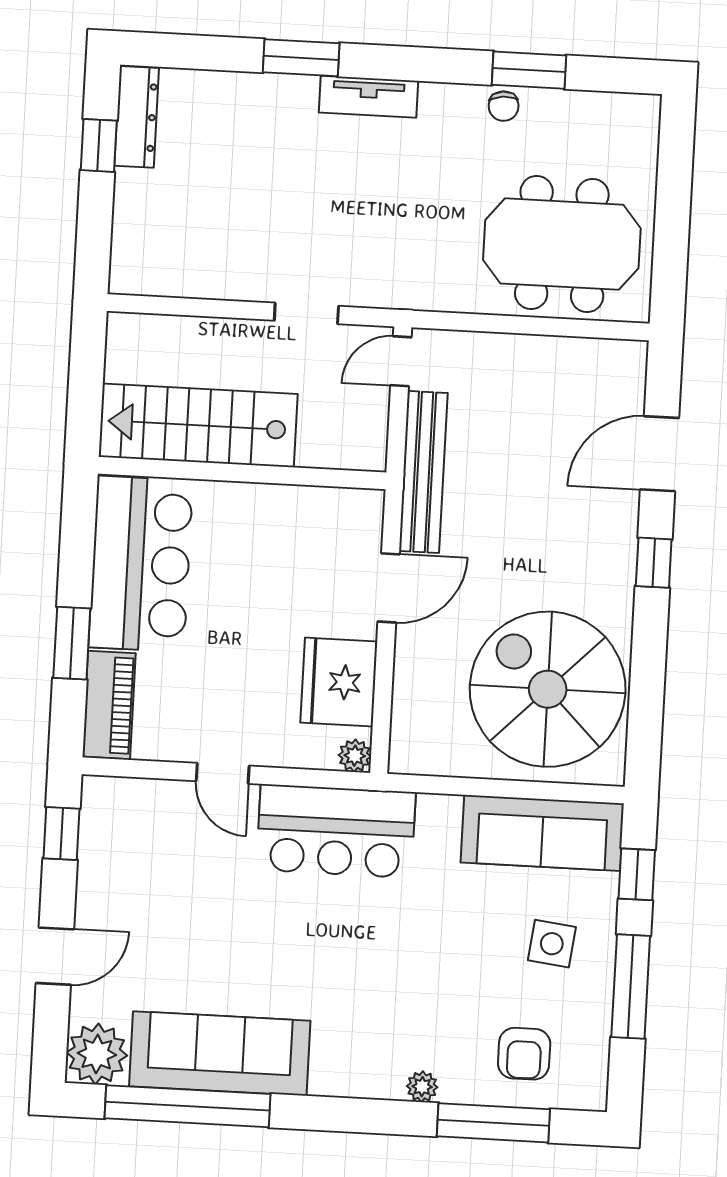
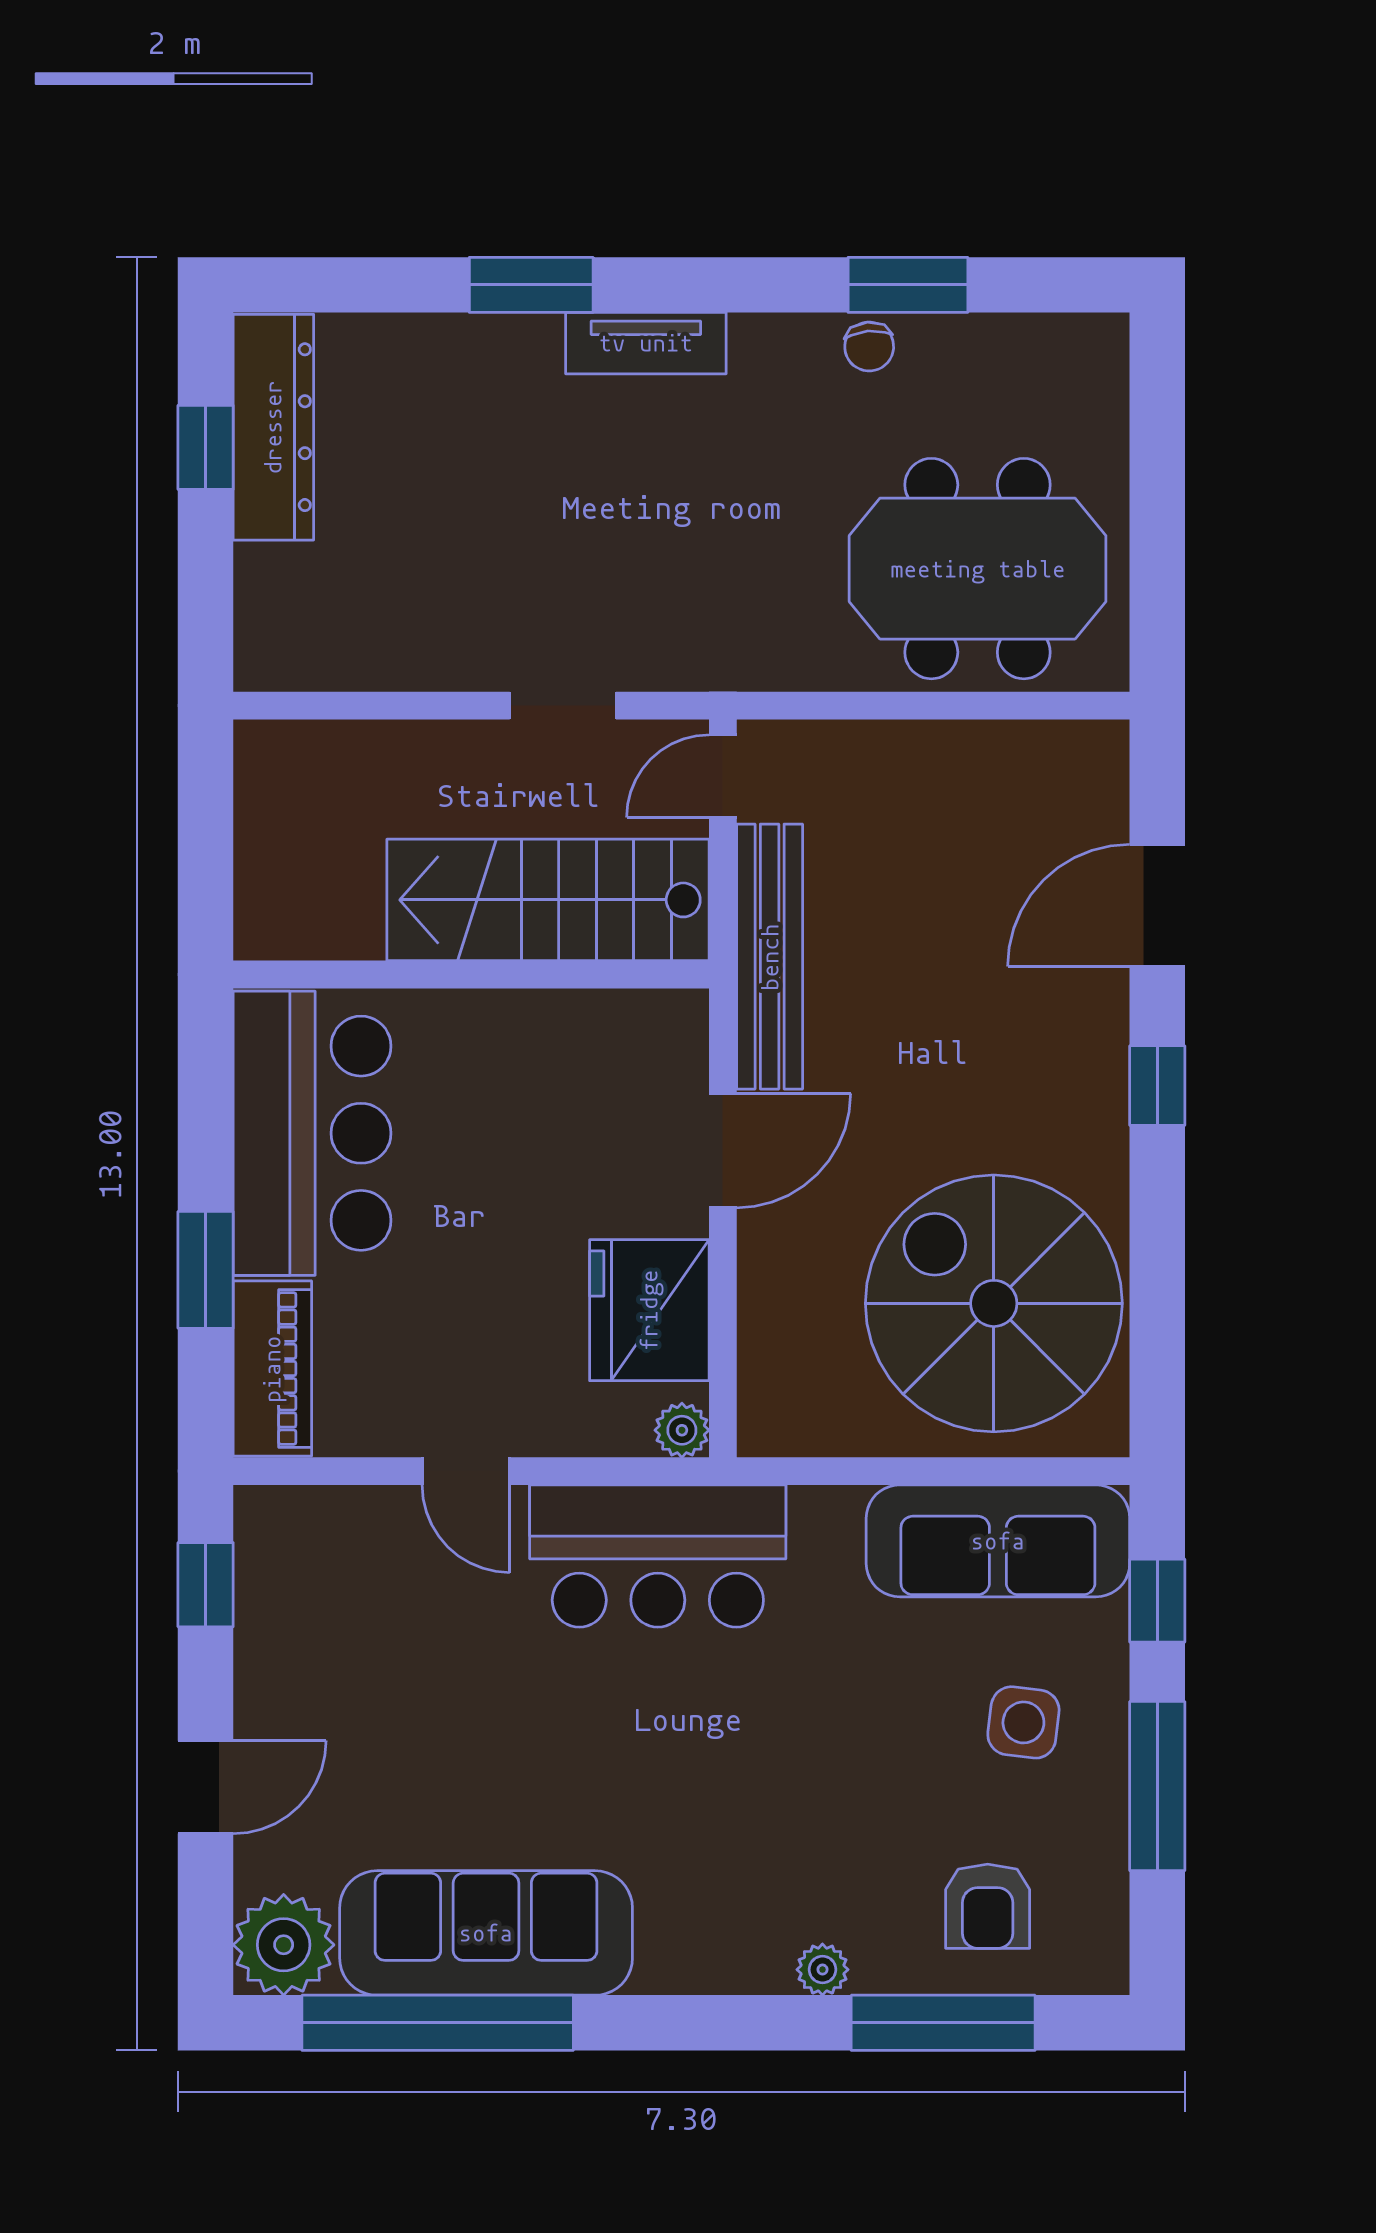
dresser: (137, 117) -> (273, 427), width x1.37, depth x1.24
stairs: (198, 425) -> (548, 900), moved

